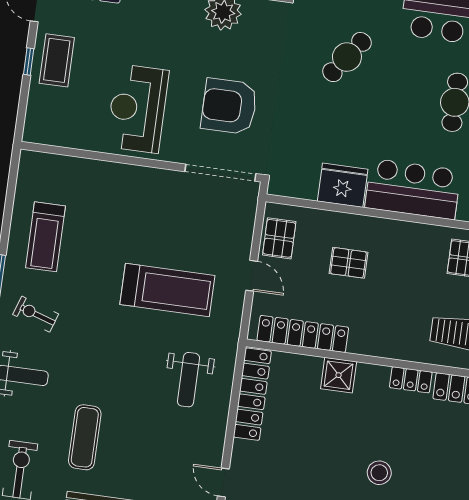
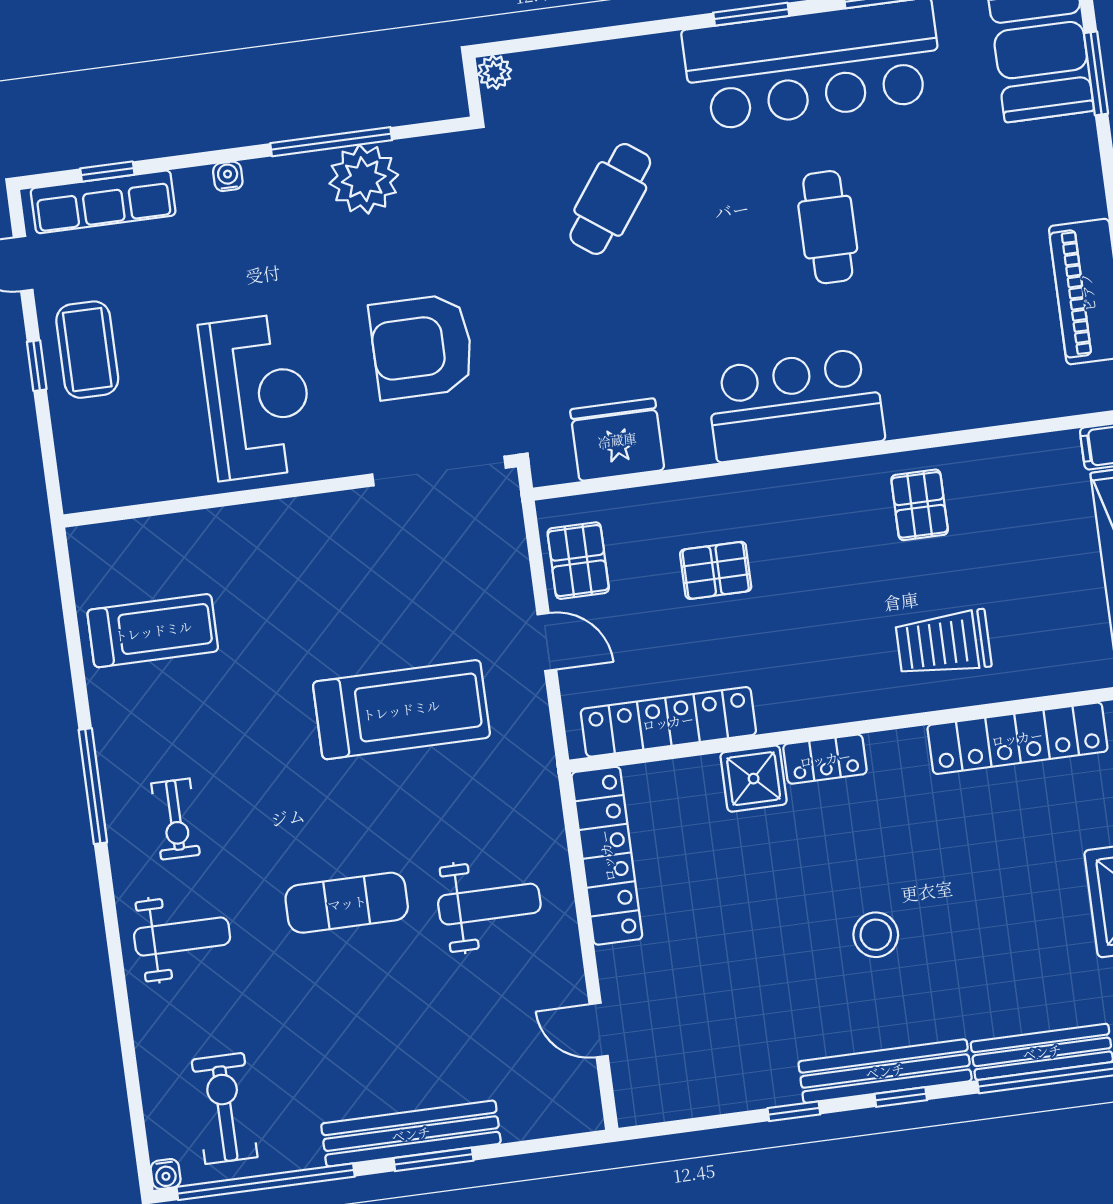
reception desk: (138, 109) -> (257, 397), turned 180
fridge: (343, 185) -> (617, 440), moved
treadmill: (45, 237) -> (153, 631), moved, turned -90
exercise bike: (36, 314) -> (176, 819), turned -108
weight bench: (188, 380) -> (489, 904), moved, turned -90
locker: (411, 380) -> (825, 759), moved
exercise mat: (85, 437) -> (347, 903), moved, turned 90

